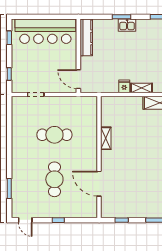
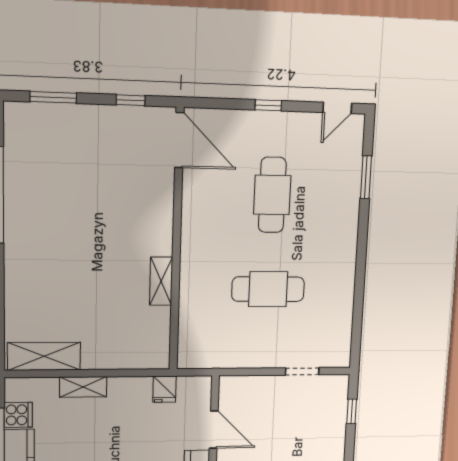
door: (78, 79) -> (214, 430), moved
fridge: (124, 86) -> (164, 389), moved
door: (99, 184) -> (179, 140), moved
door: (25, 220) -> (337, 108), swing flipped

